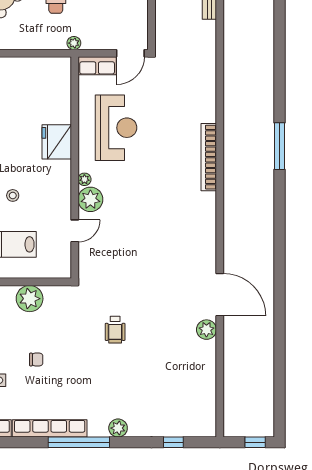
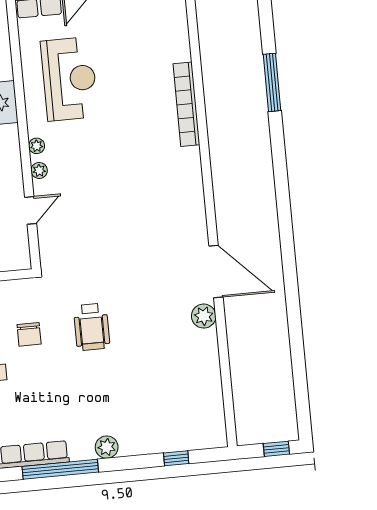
plant: (90, 199) -> (39, 170), width x0.53, depth x0.53
wheelchair: (115, 330) -> (92, 327), width x1.36, depth x1.37
chair: (64, 331) -> (29, 334), added

